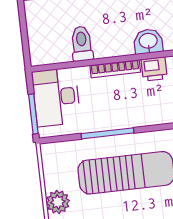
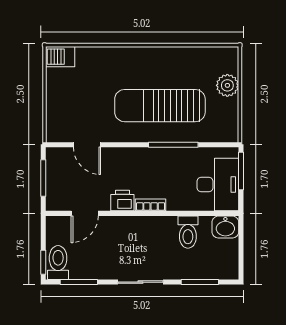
washbasin: (148, 41) -> (225, 227), moved
bookcase: (115, 69) -> (151, 205), width x0.64

